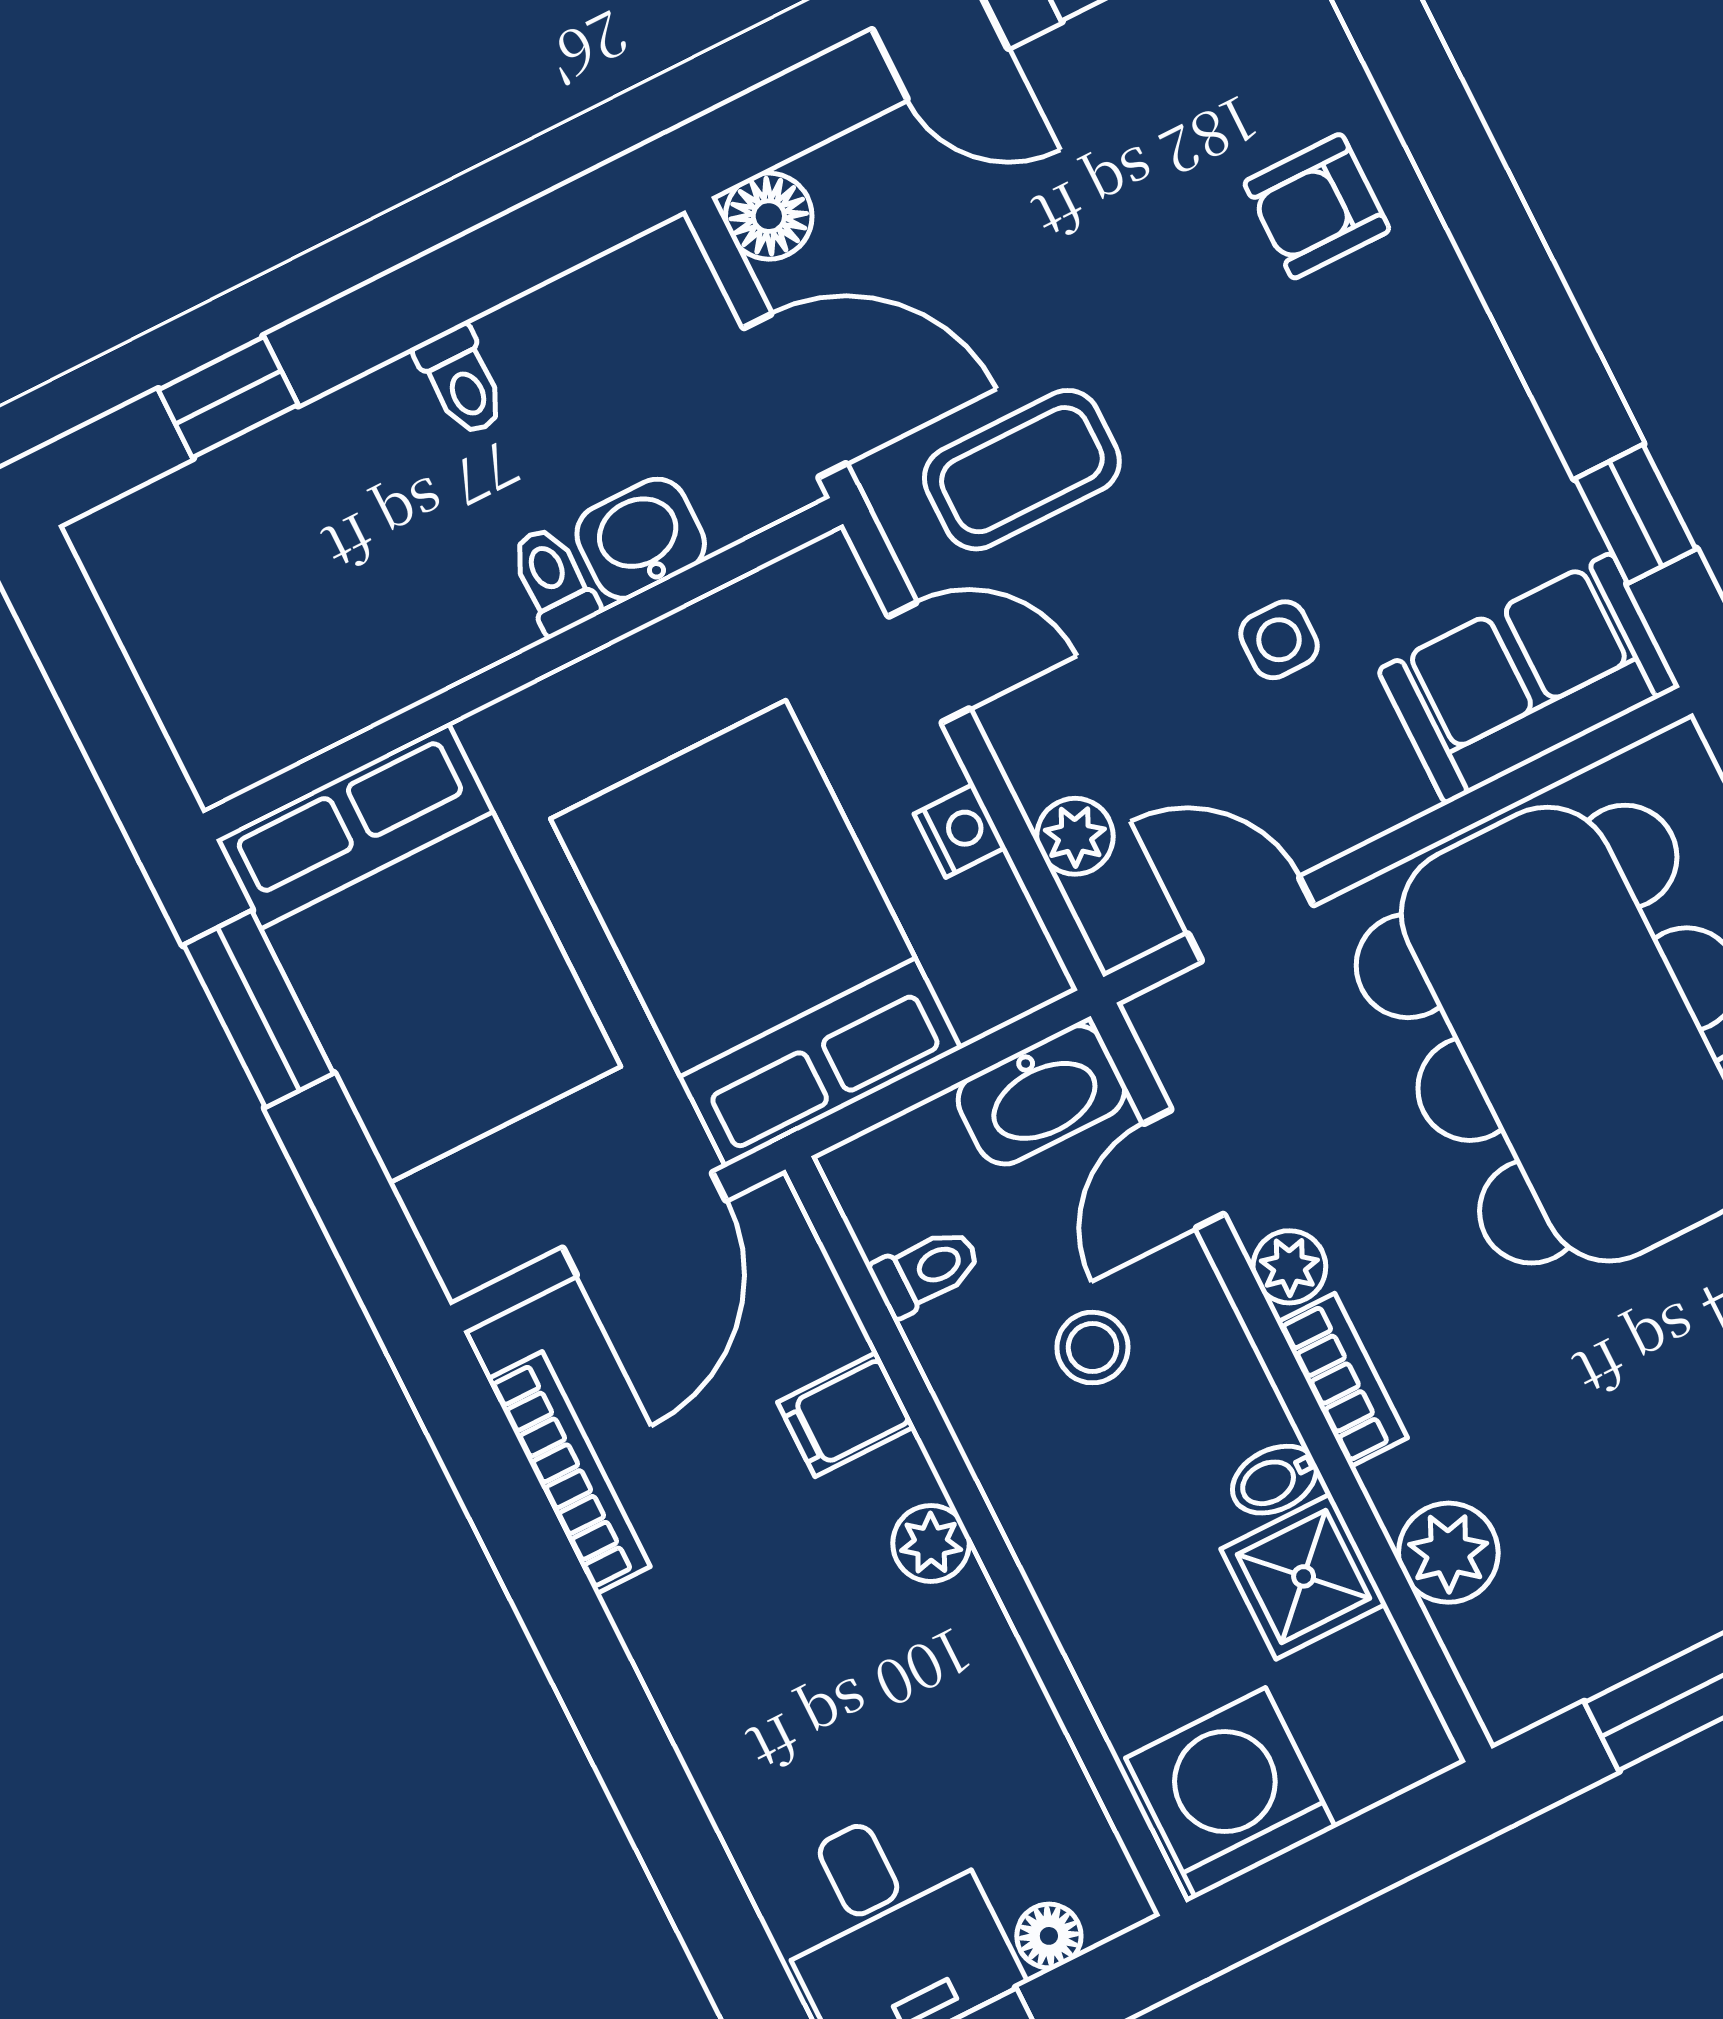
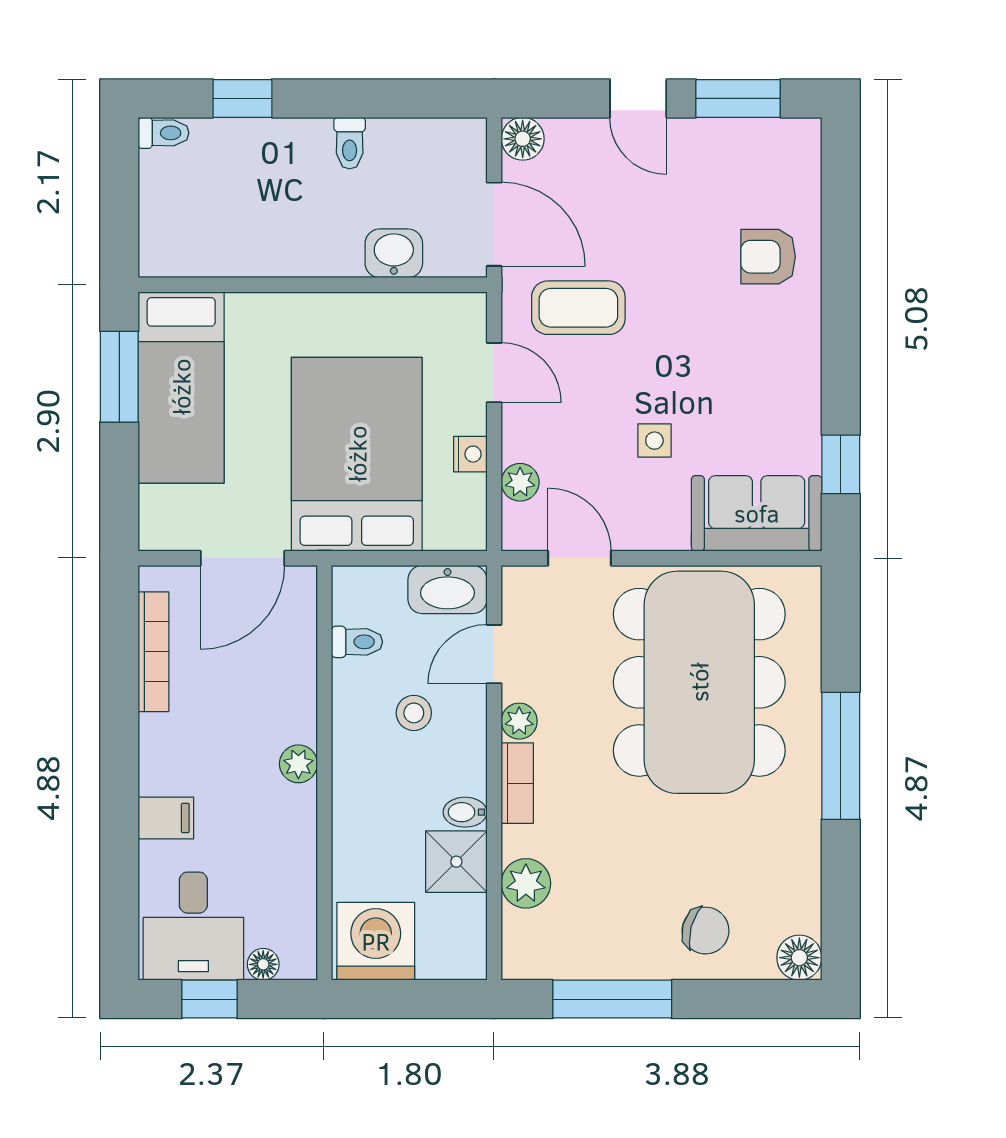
toilet: (553, 580) -> (164, 133), moved, turned 90
bed: (418, 953) -> (181, 387), width x0.67
filing cabinet: (846, 1414) -> (166, 818), moved, turned 180

